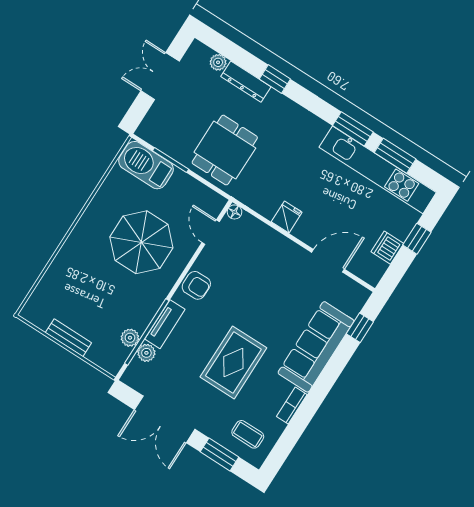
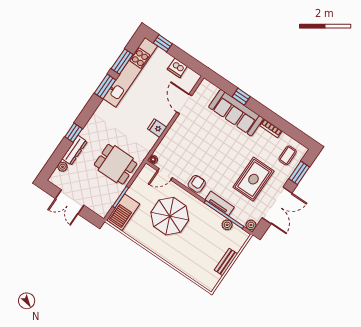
window: (417, 239) -> (163, 43), moved
window: (360, 328) -> (241, 97), moved
plant: (146, 353) -> (251, 225), moved
rug: (233, 362) -> (253, 179), moved, turned 90

